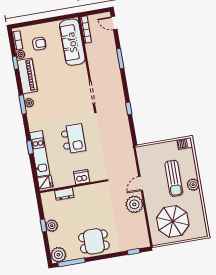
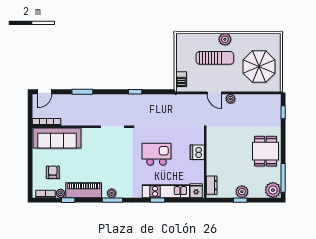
barbecue: (185, 143) -> (181, 79), moved
dresser: (64, 194) -> (212, 185), moved
plant: (134, 204) -> (230, 99), width x0.53, depth x0.53

